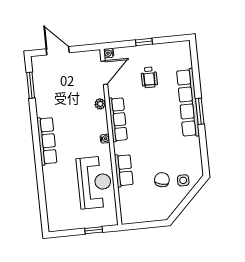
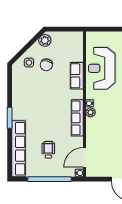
window: (144, 42) -> (50, 179), width x3.17
row of seats: (188, 103) -> (19, 149), moved
plant: (100, 104) -> (91, 112), moved
plant: (167, 209) -> (45, 40), added
window: (94, 230) -> (106, 29), removed

